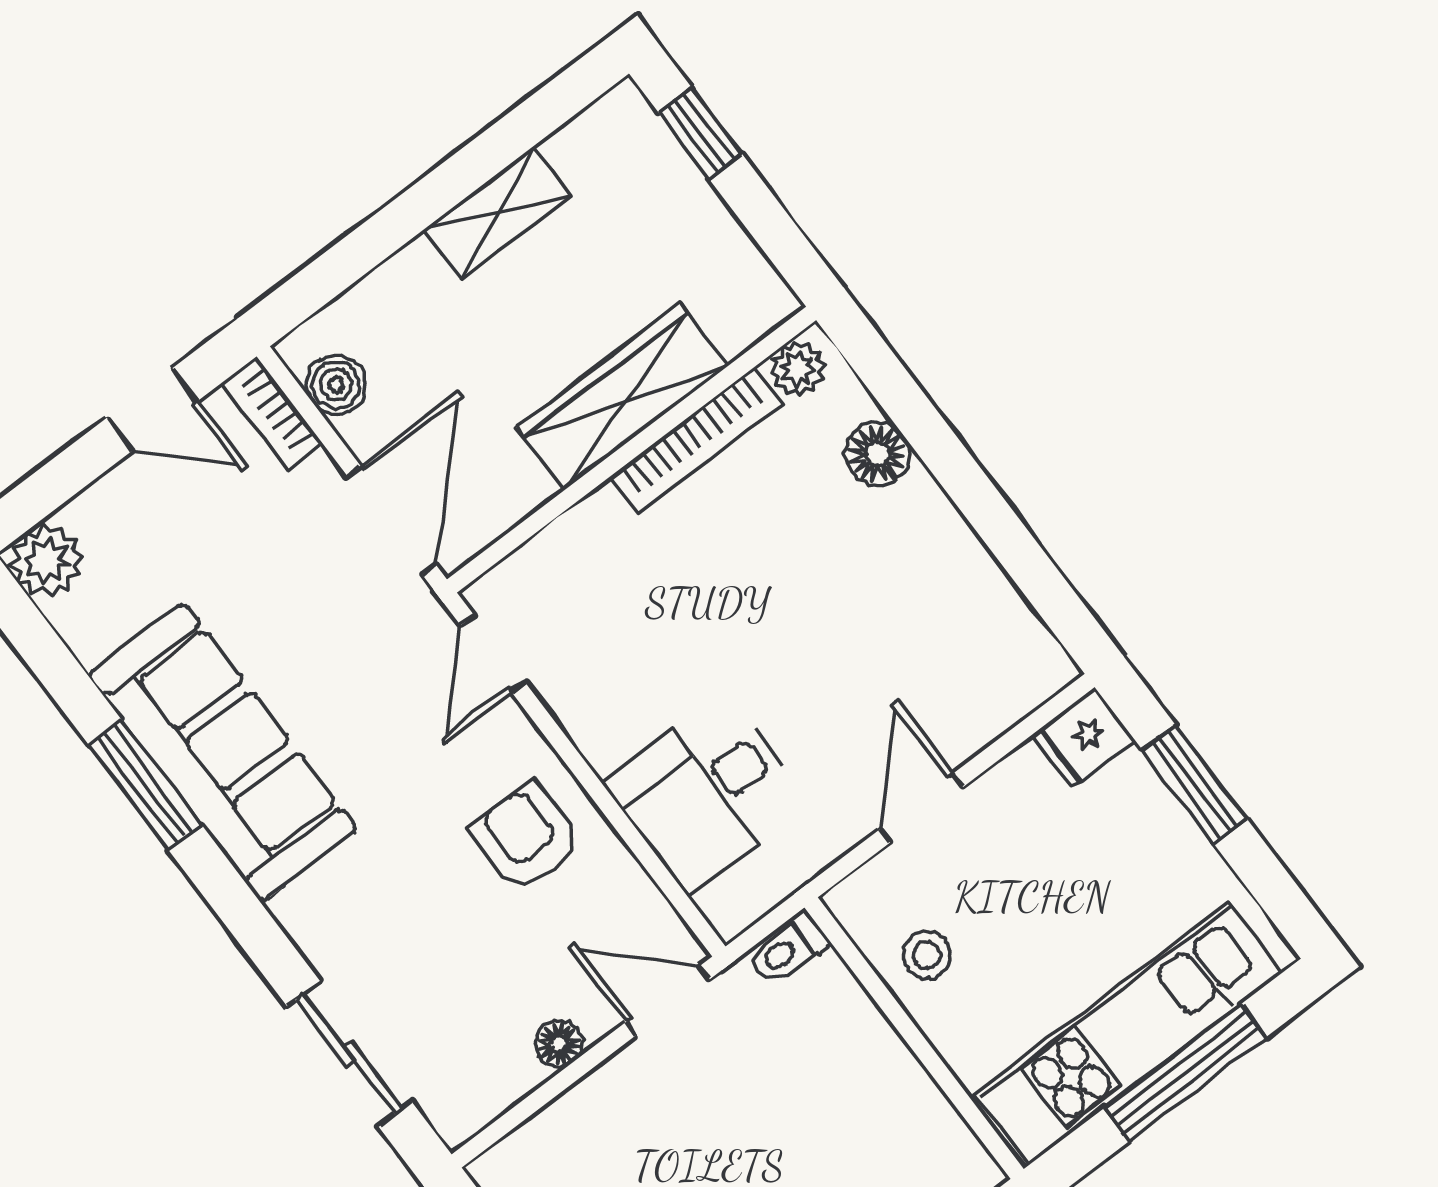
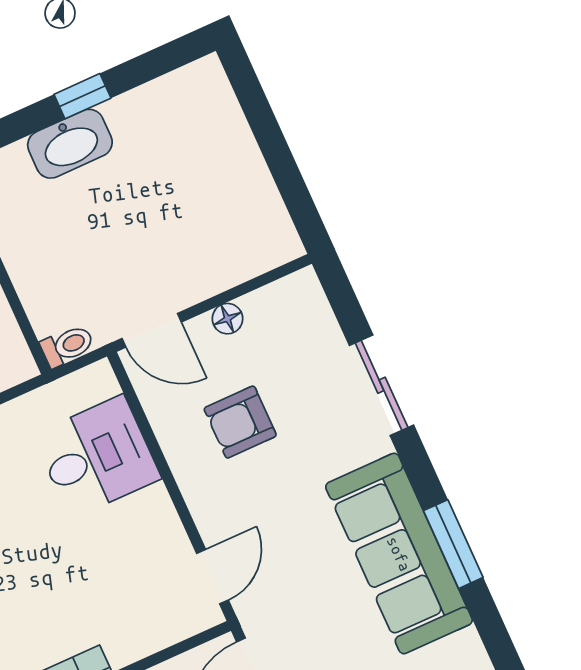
armchair: (526, 837) -> (240, 422), moved, turned 90
sliding door: (349, 1054) -> (382, 385), moved

